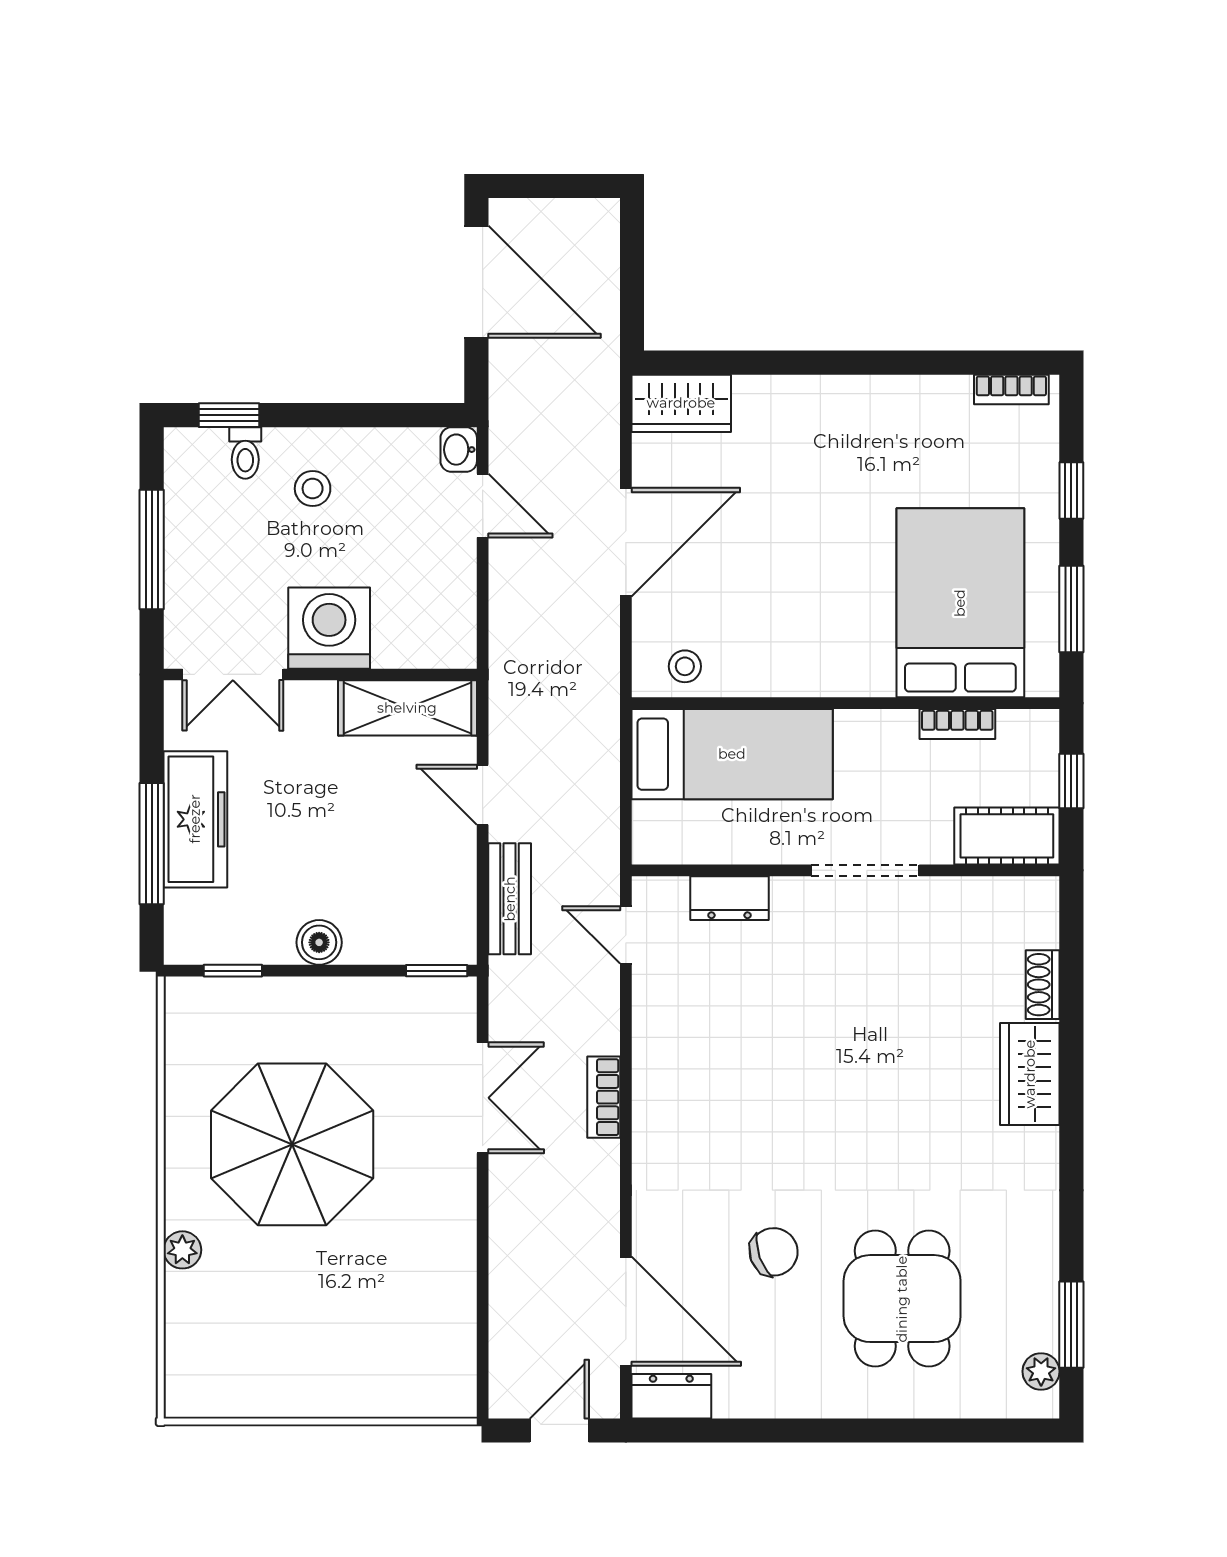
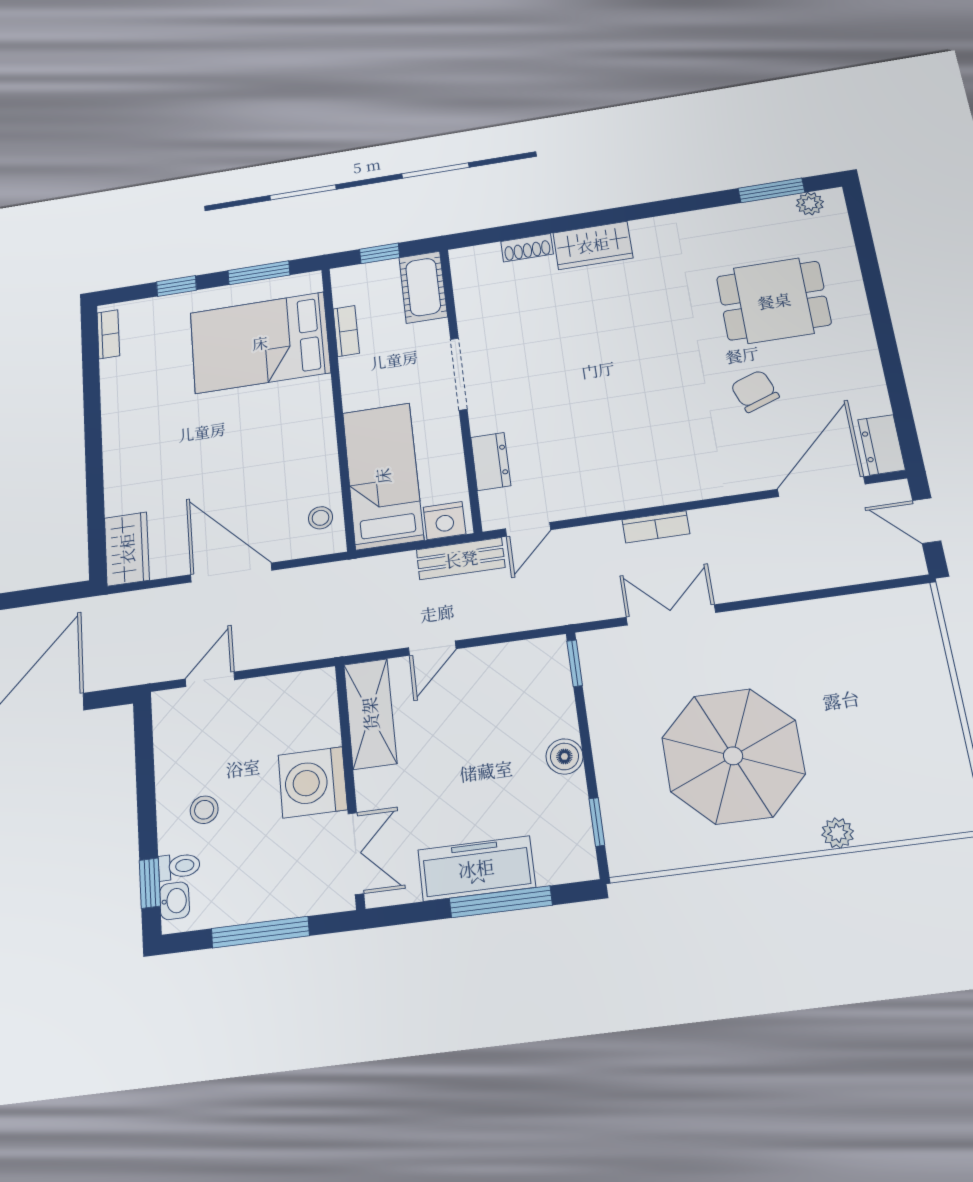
washbasin: (459, 450) -> (175, 901), moved, turned -90
nightstand: (655, 829) -> (445, 521), added
bench: (510, 899) -> (461, 559), moved

